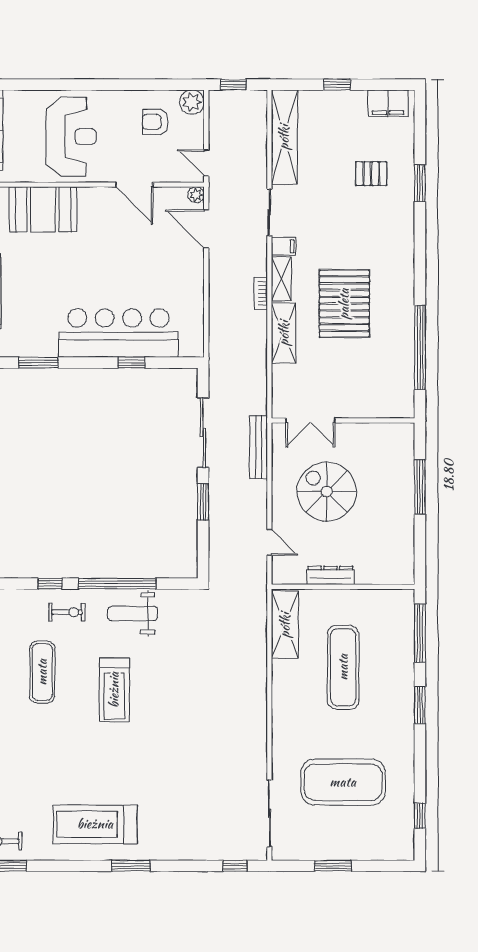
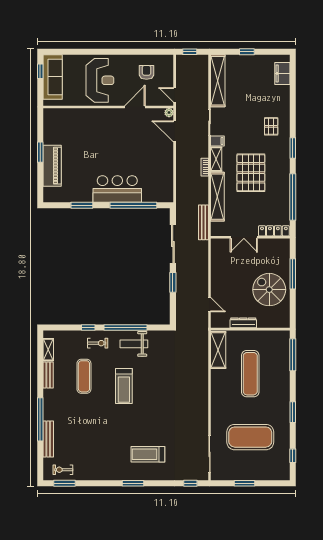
plant: (192, 102) -> (167, 61), removed
filing cabinet: (388, 103) -> (282, 73), moved, turned 90
armchair: (155, 122) -> (146, 72), turned 90
pallet: (371, 174) -> (271, 126), moved, turned 90
window: (420, 183) -> (293, 148), moved
door: (134, 185) -> (135, 107), swing flipped
booth: (43, 209) -> (84, 121), removed
bar counter: (118, 333) -> (117, 189), width x0.73
shelving: (284, 333) -> (217, 197), width x1.47
window: (131, 363) -> (133, 205), width x3.17
locker: (386, 409) -> (274, 231), added
double door: (310, 420) -> (244, 237), moved
bench: (258, 447) -> (203, 222), moved
spiral stairs: (327, 492) -> (269, 290), moved
window: (420, 705) -> (293, 412), moved
treadmill: (95, 824) -> (148, 454), moved, width x0.73, depth x0.73

